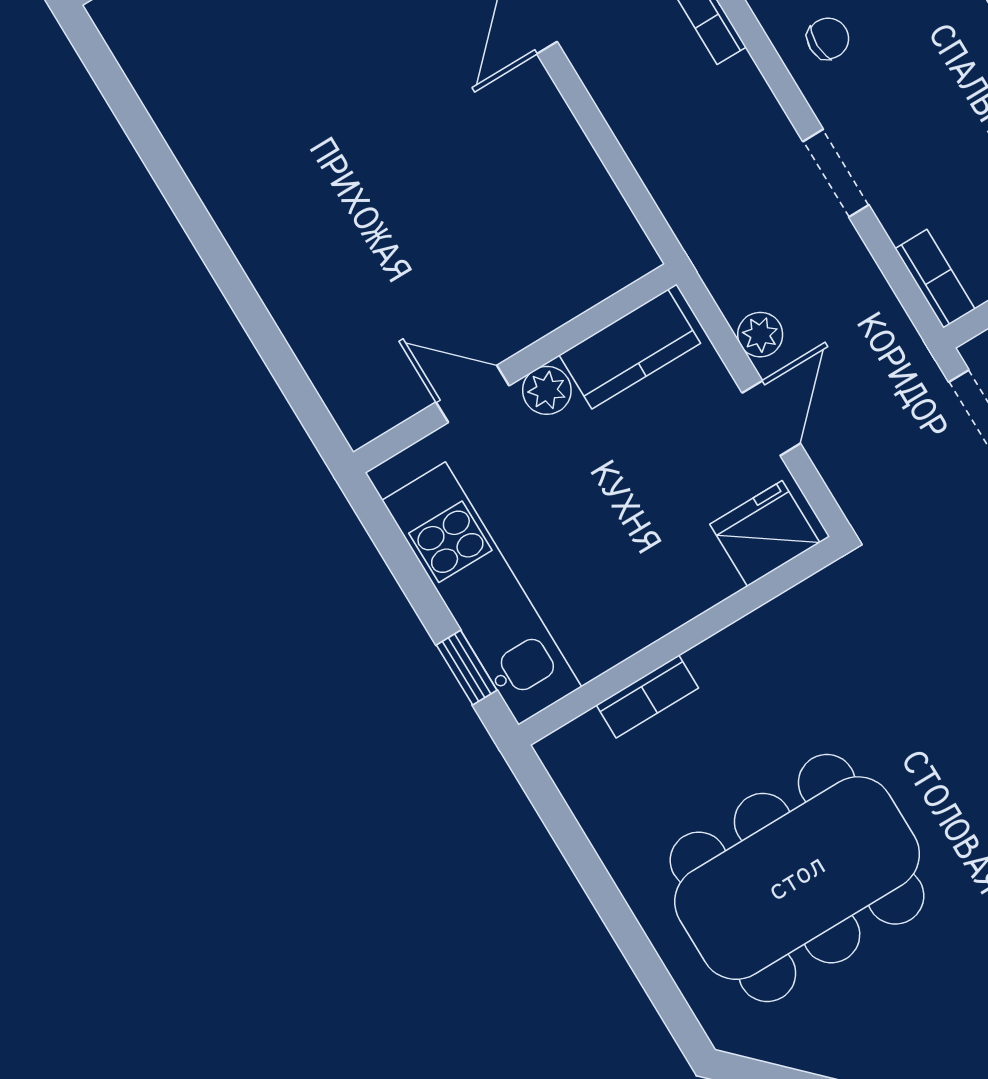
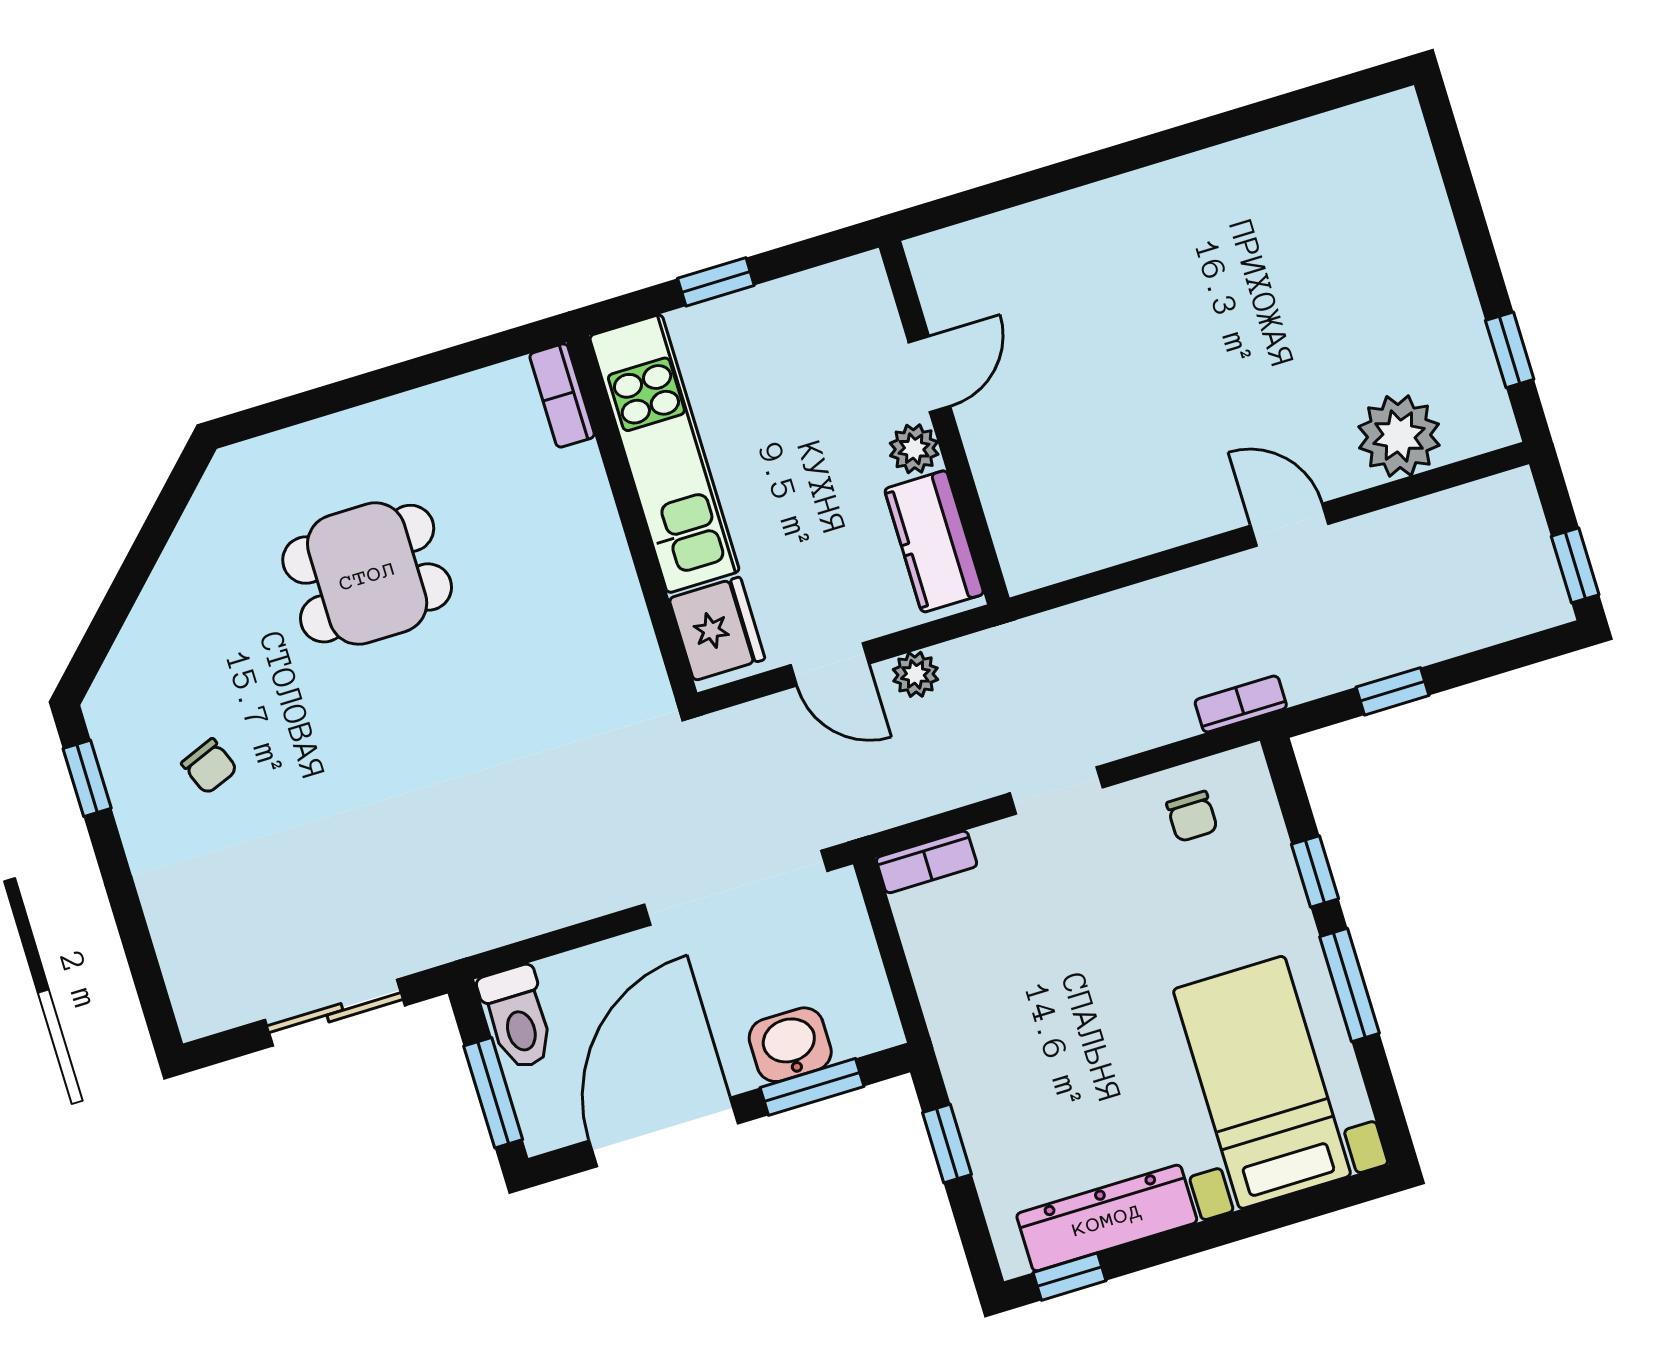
kitchen unit: (482, 594) -> (664, 454), moved, turned -90
window: (467, 668) -> (716, 282), moved
bookcase: (647, 696) -> (562, 395), moved
dining table: (797, 878) -> (367, 574), width x0.53, depth x0.80

